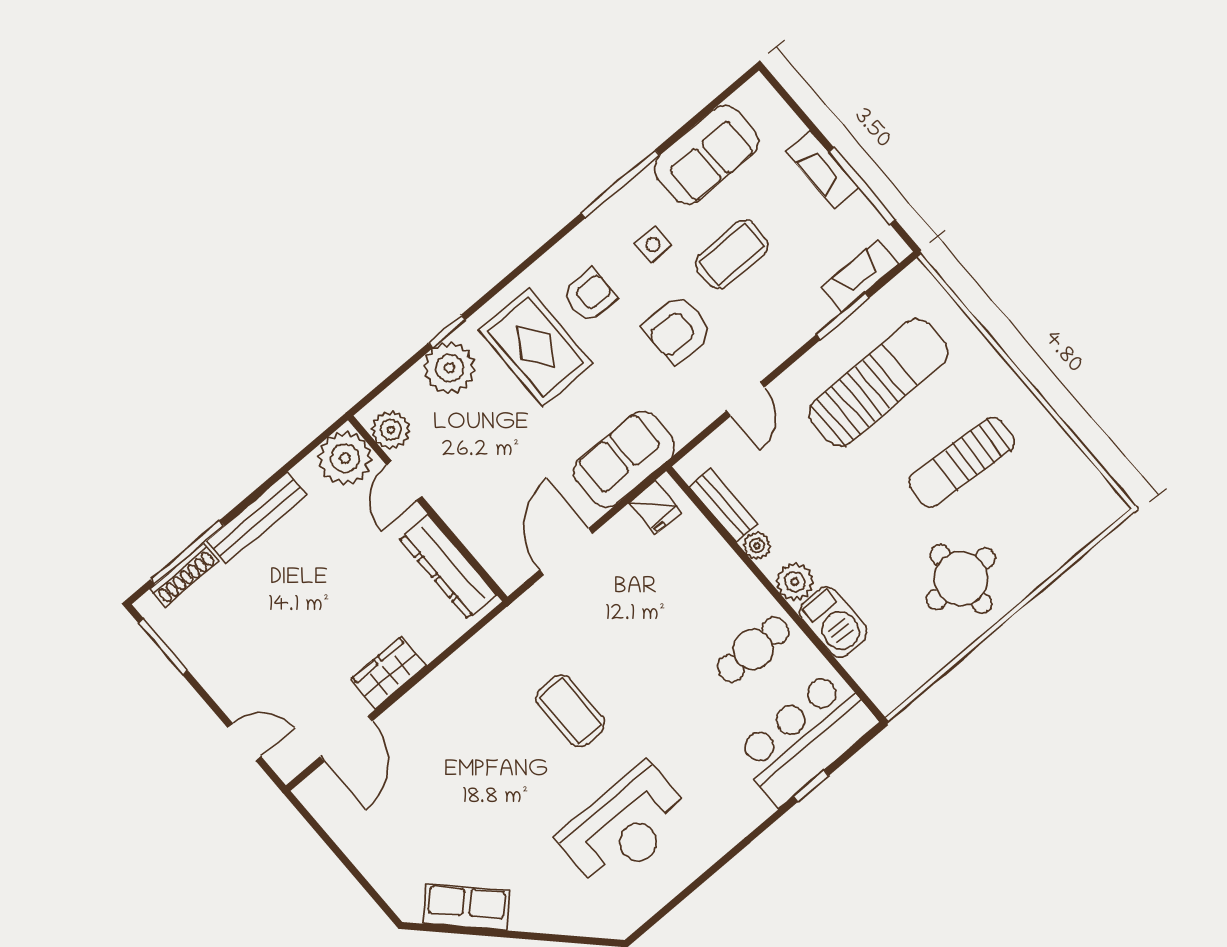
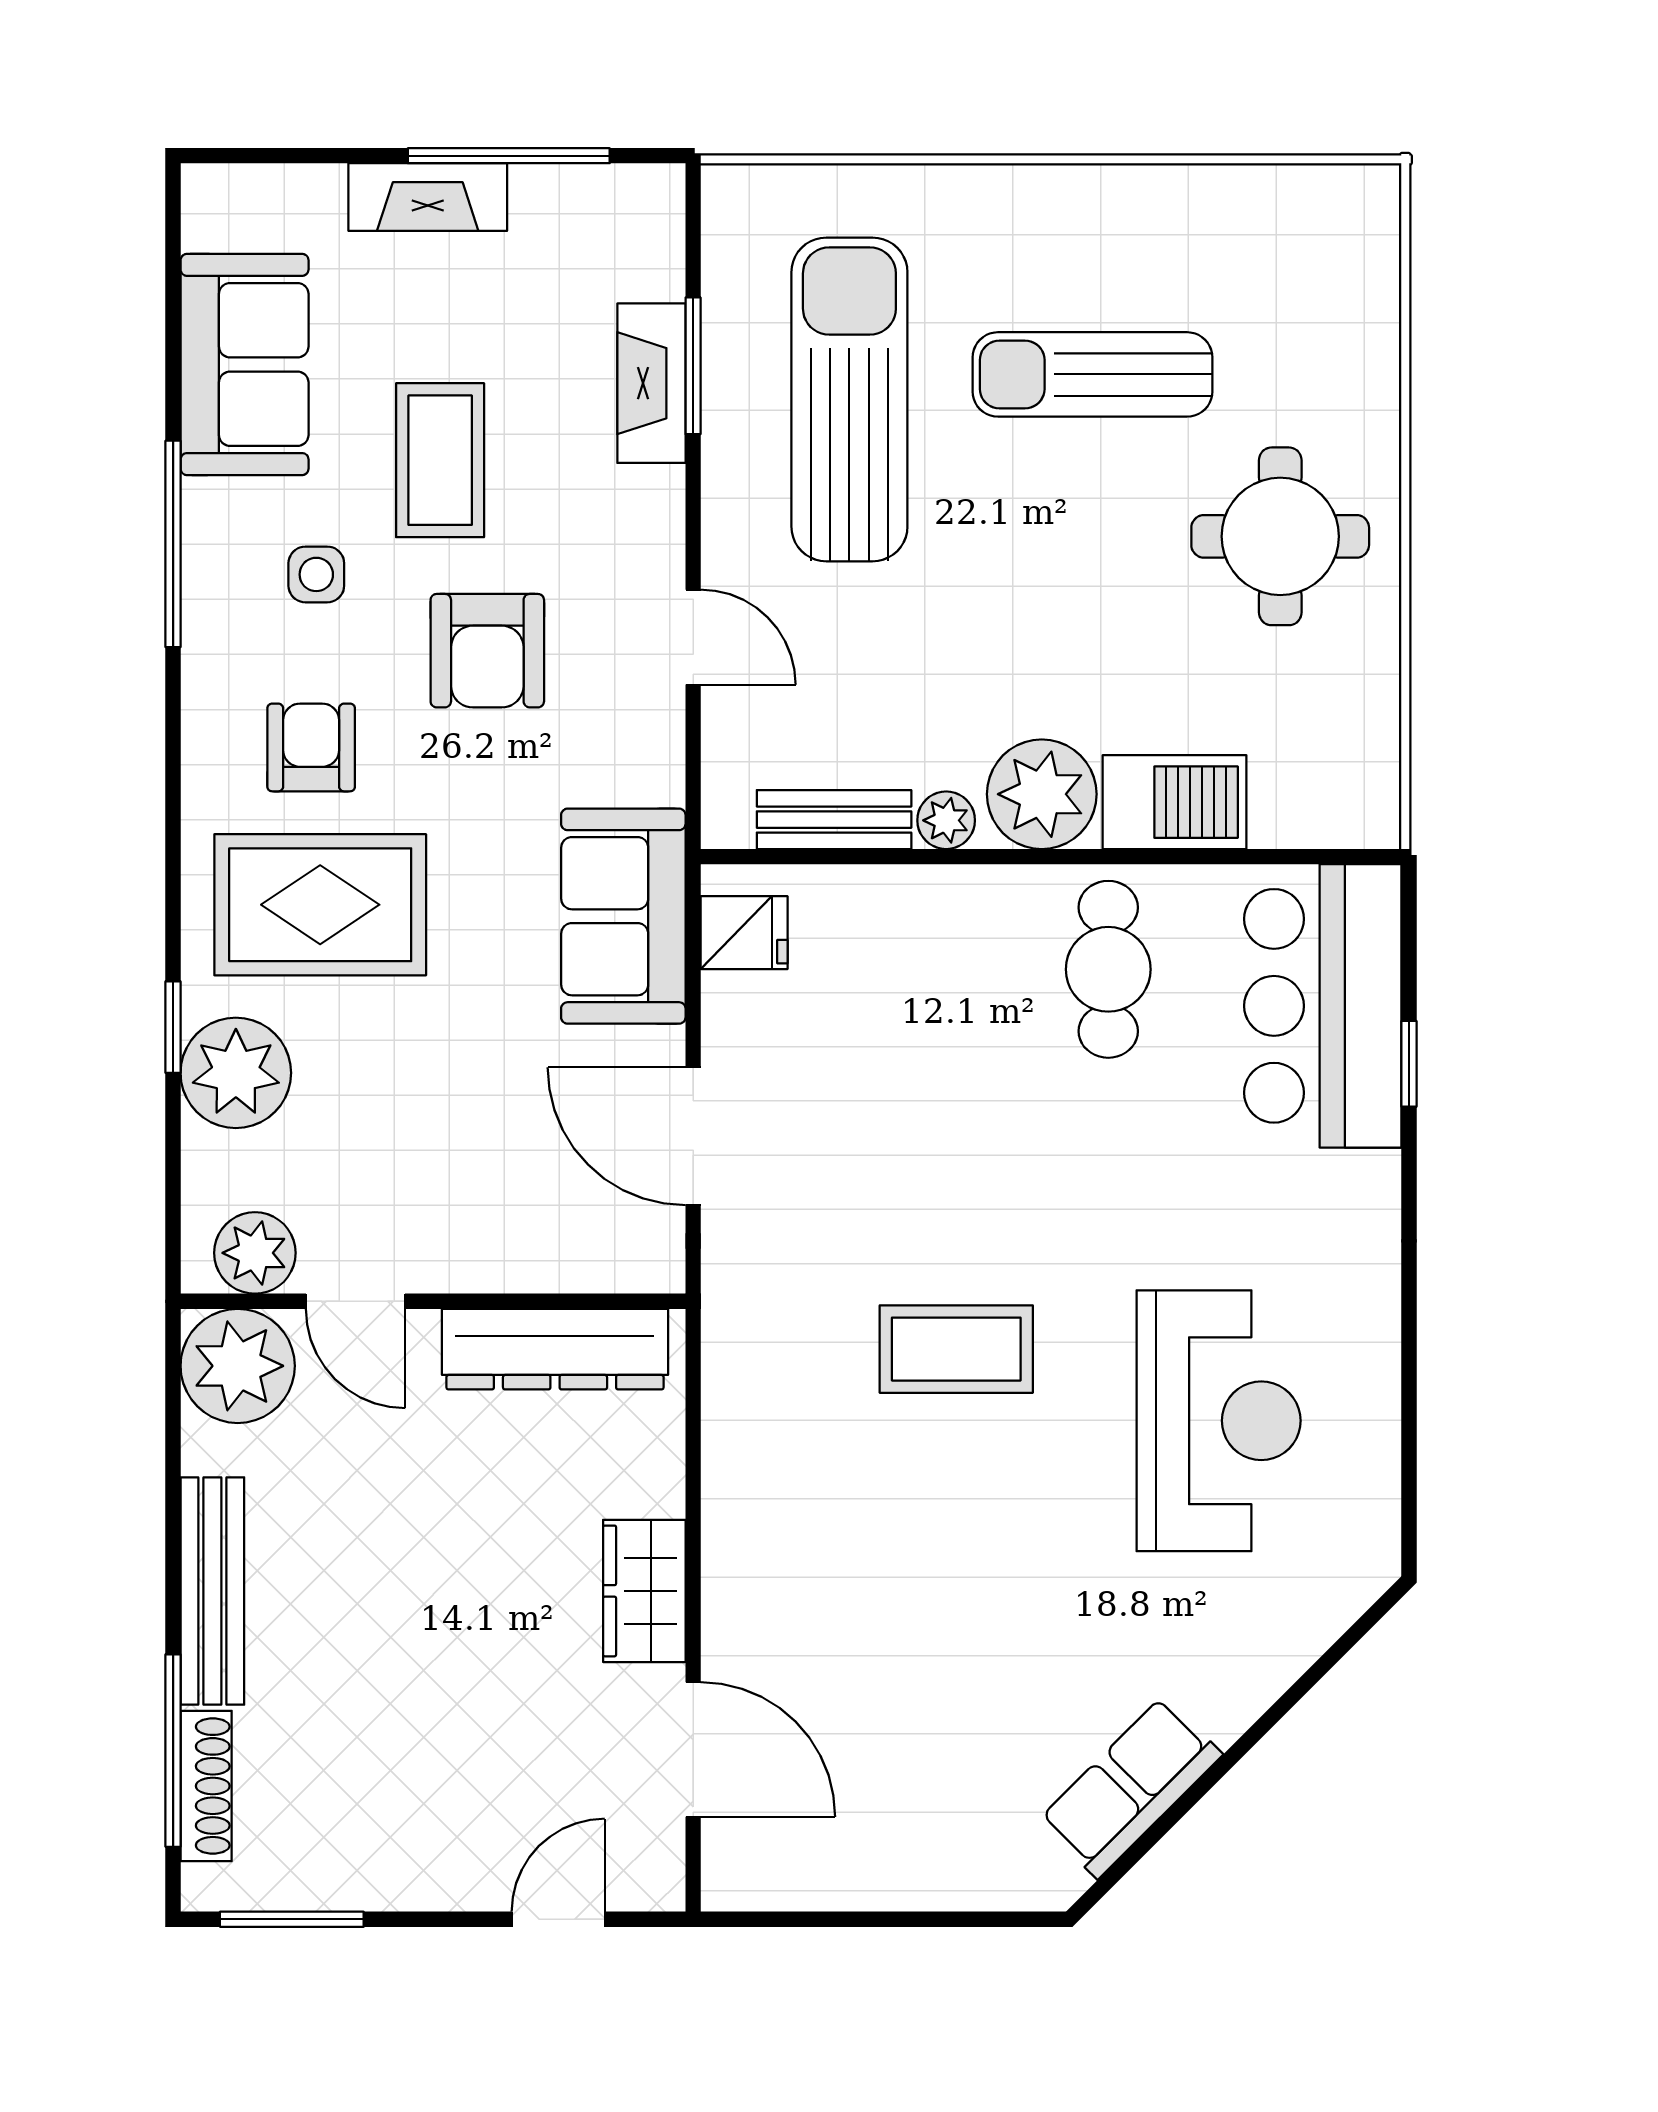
fireplace: (860, 276) -> (651, 383), moved
sun lounger: (962, 462) -> (1092, 374), turned 86
plant: (795, 582) -> (1042, 794), width x1.36, depth x1.36

